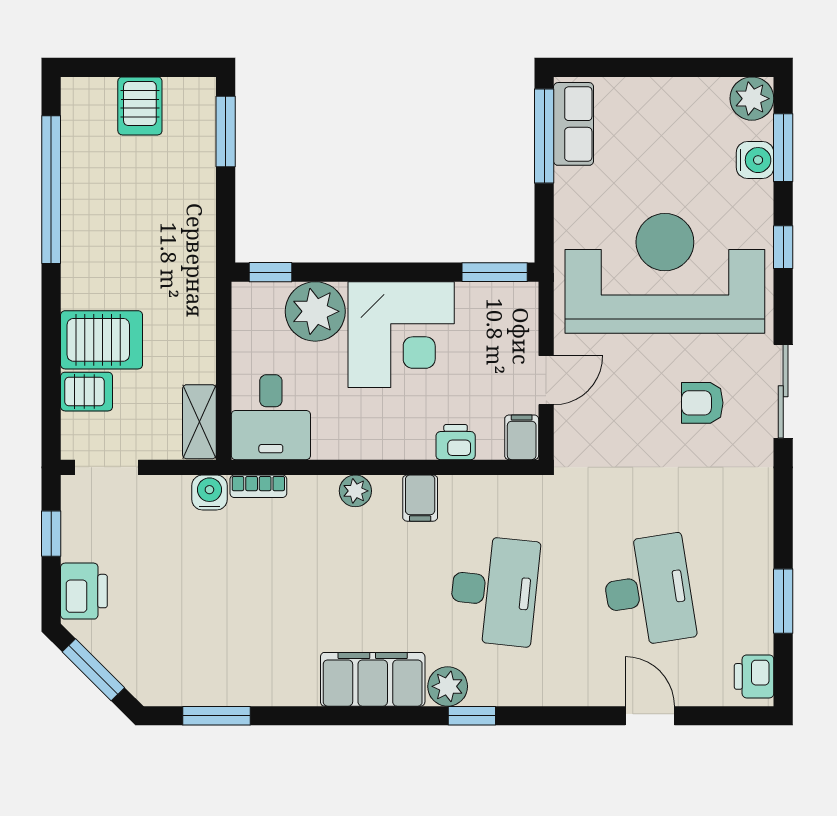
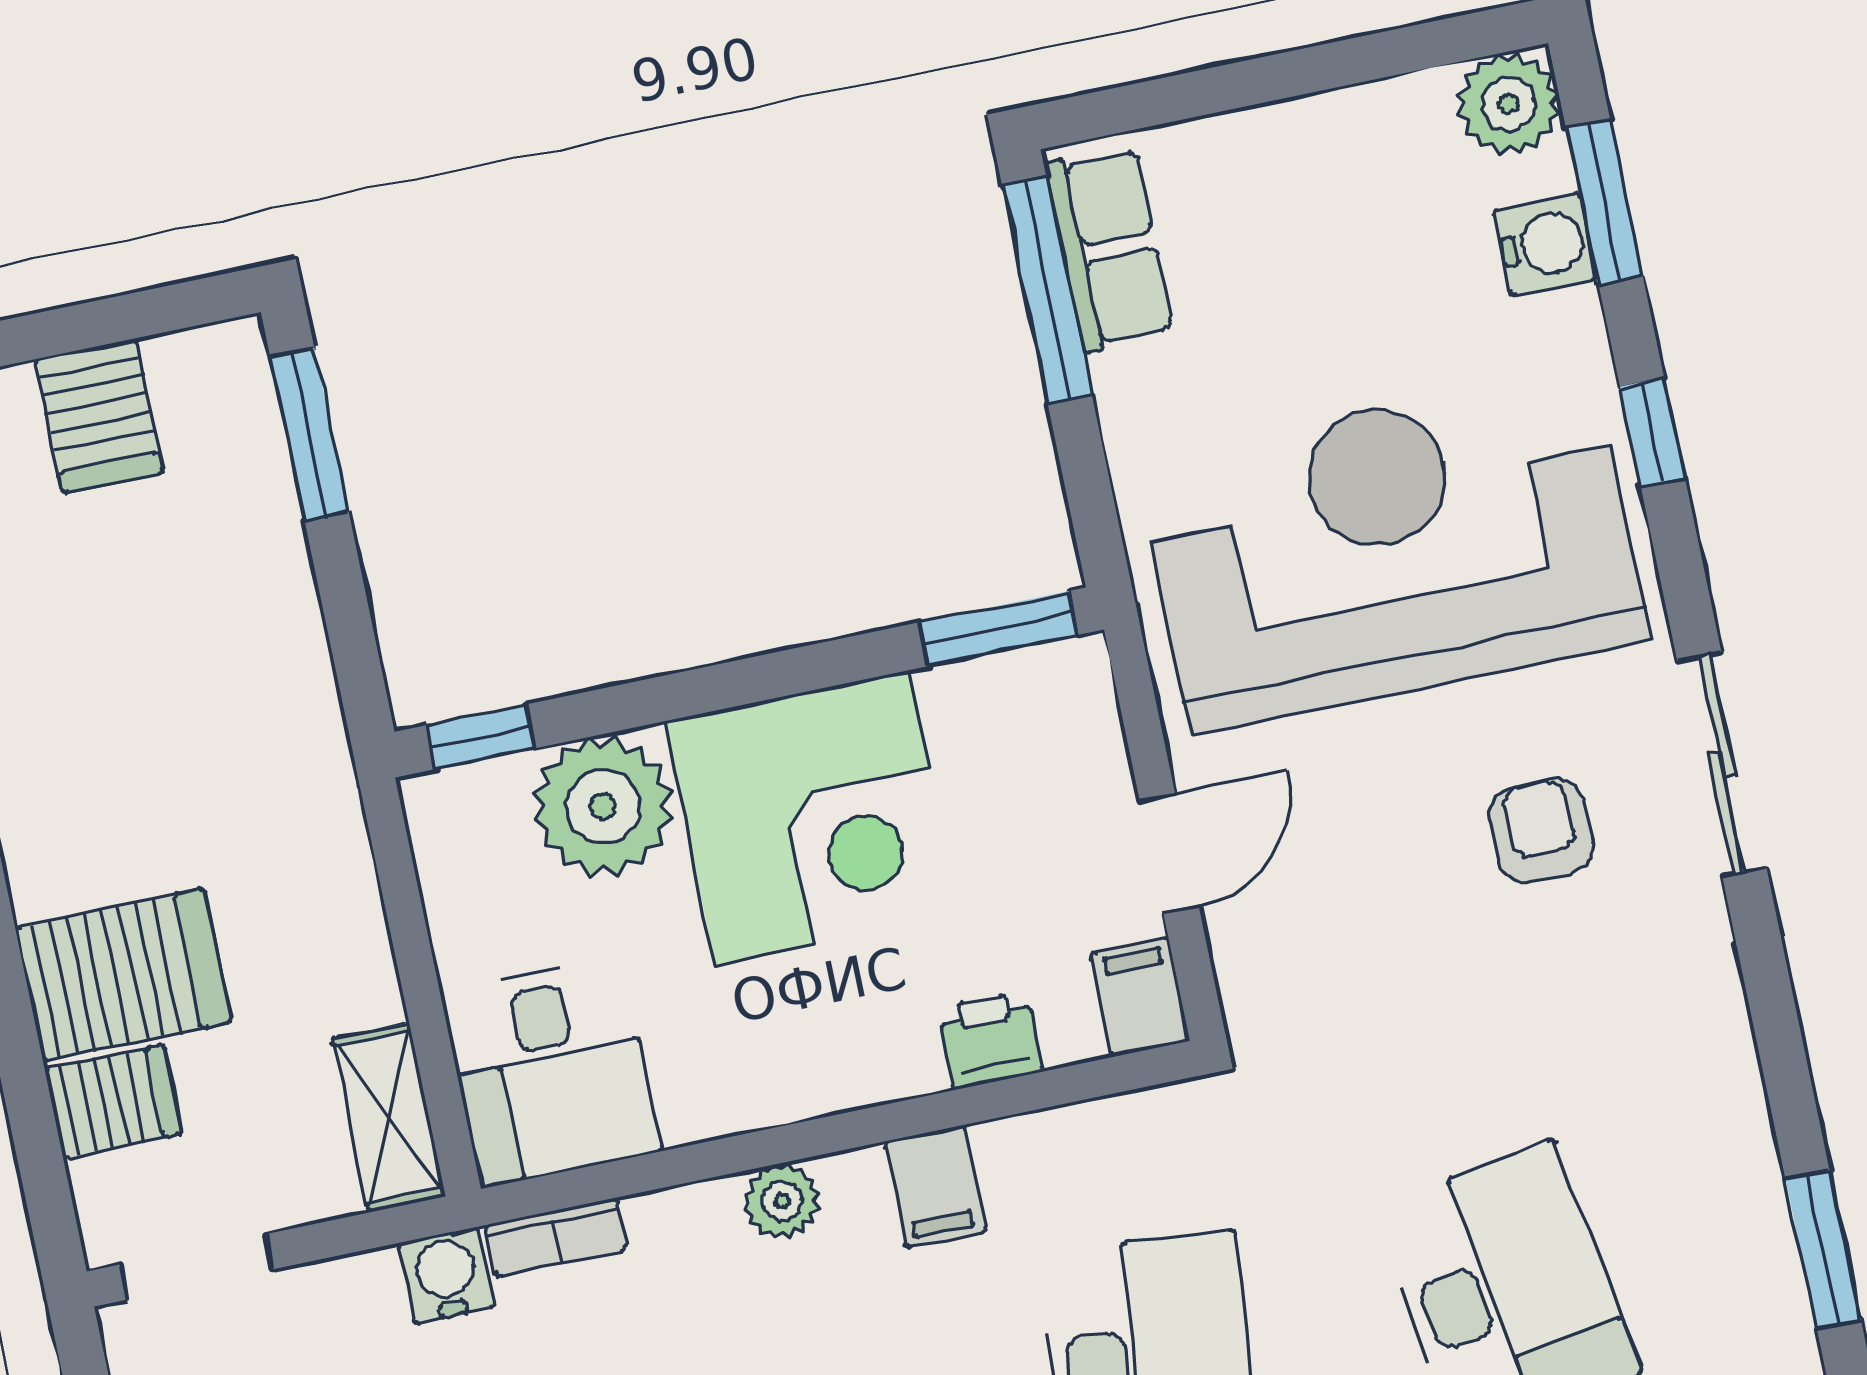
armchair: (702, 403) -> (1541, 831), turned 90

